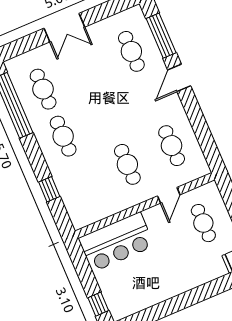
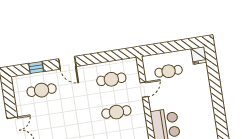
window: (161, 36) -> (36, 68), width x0.46
door: (169, 195) -> (144, 90), hinge flipped

